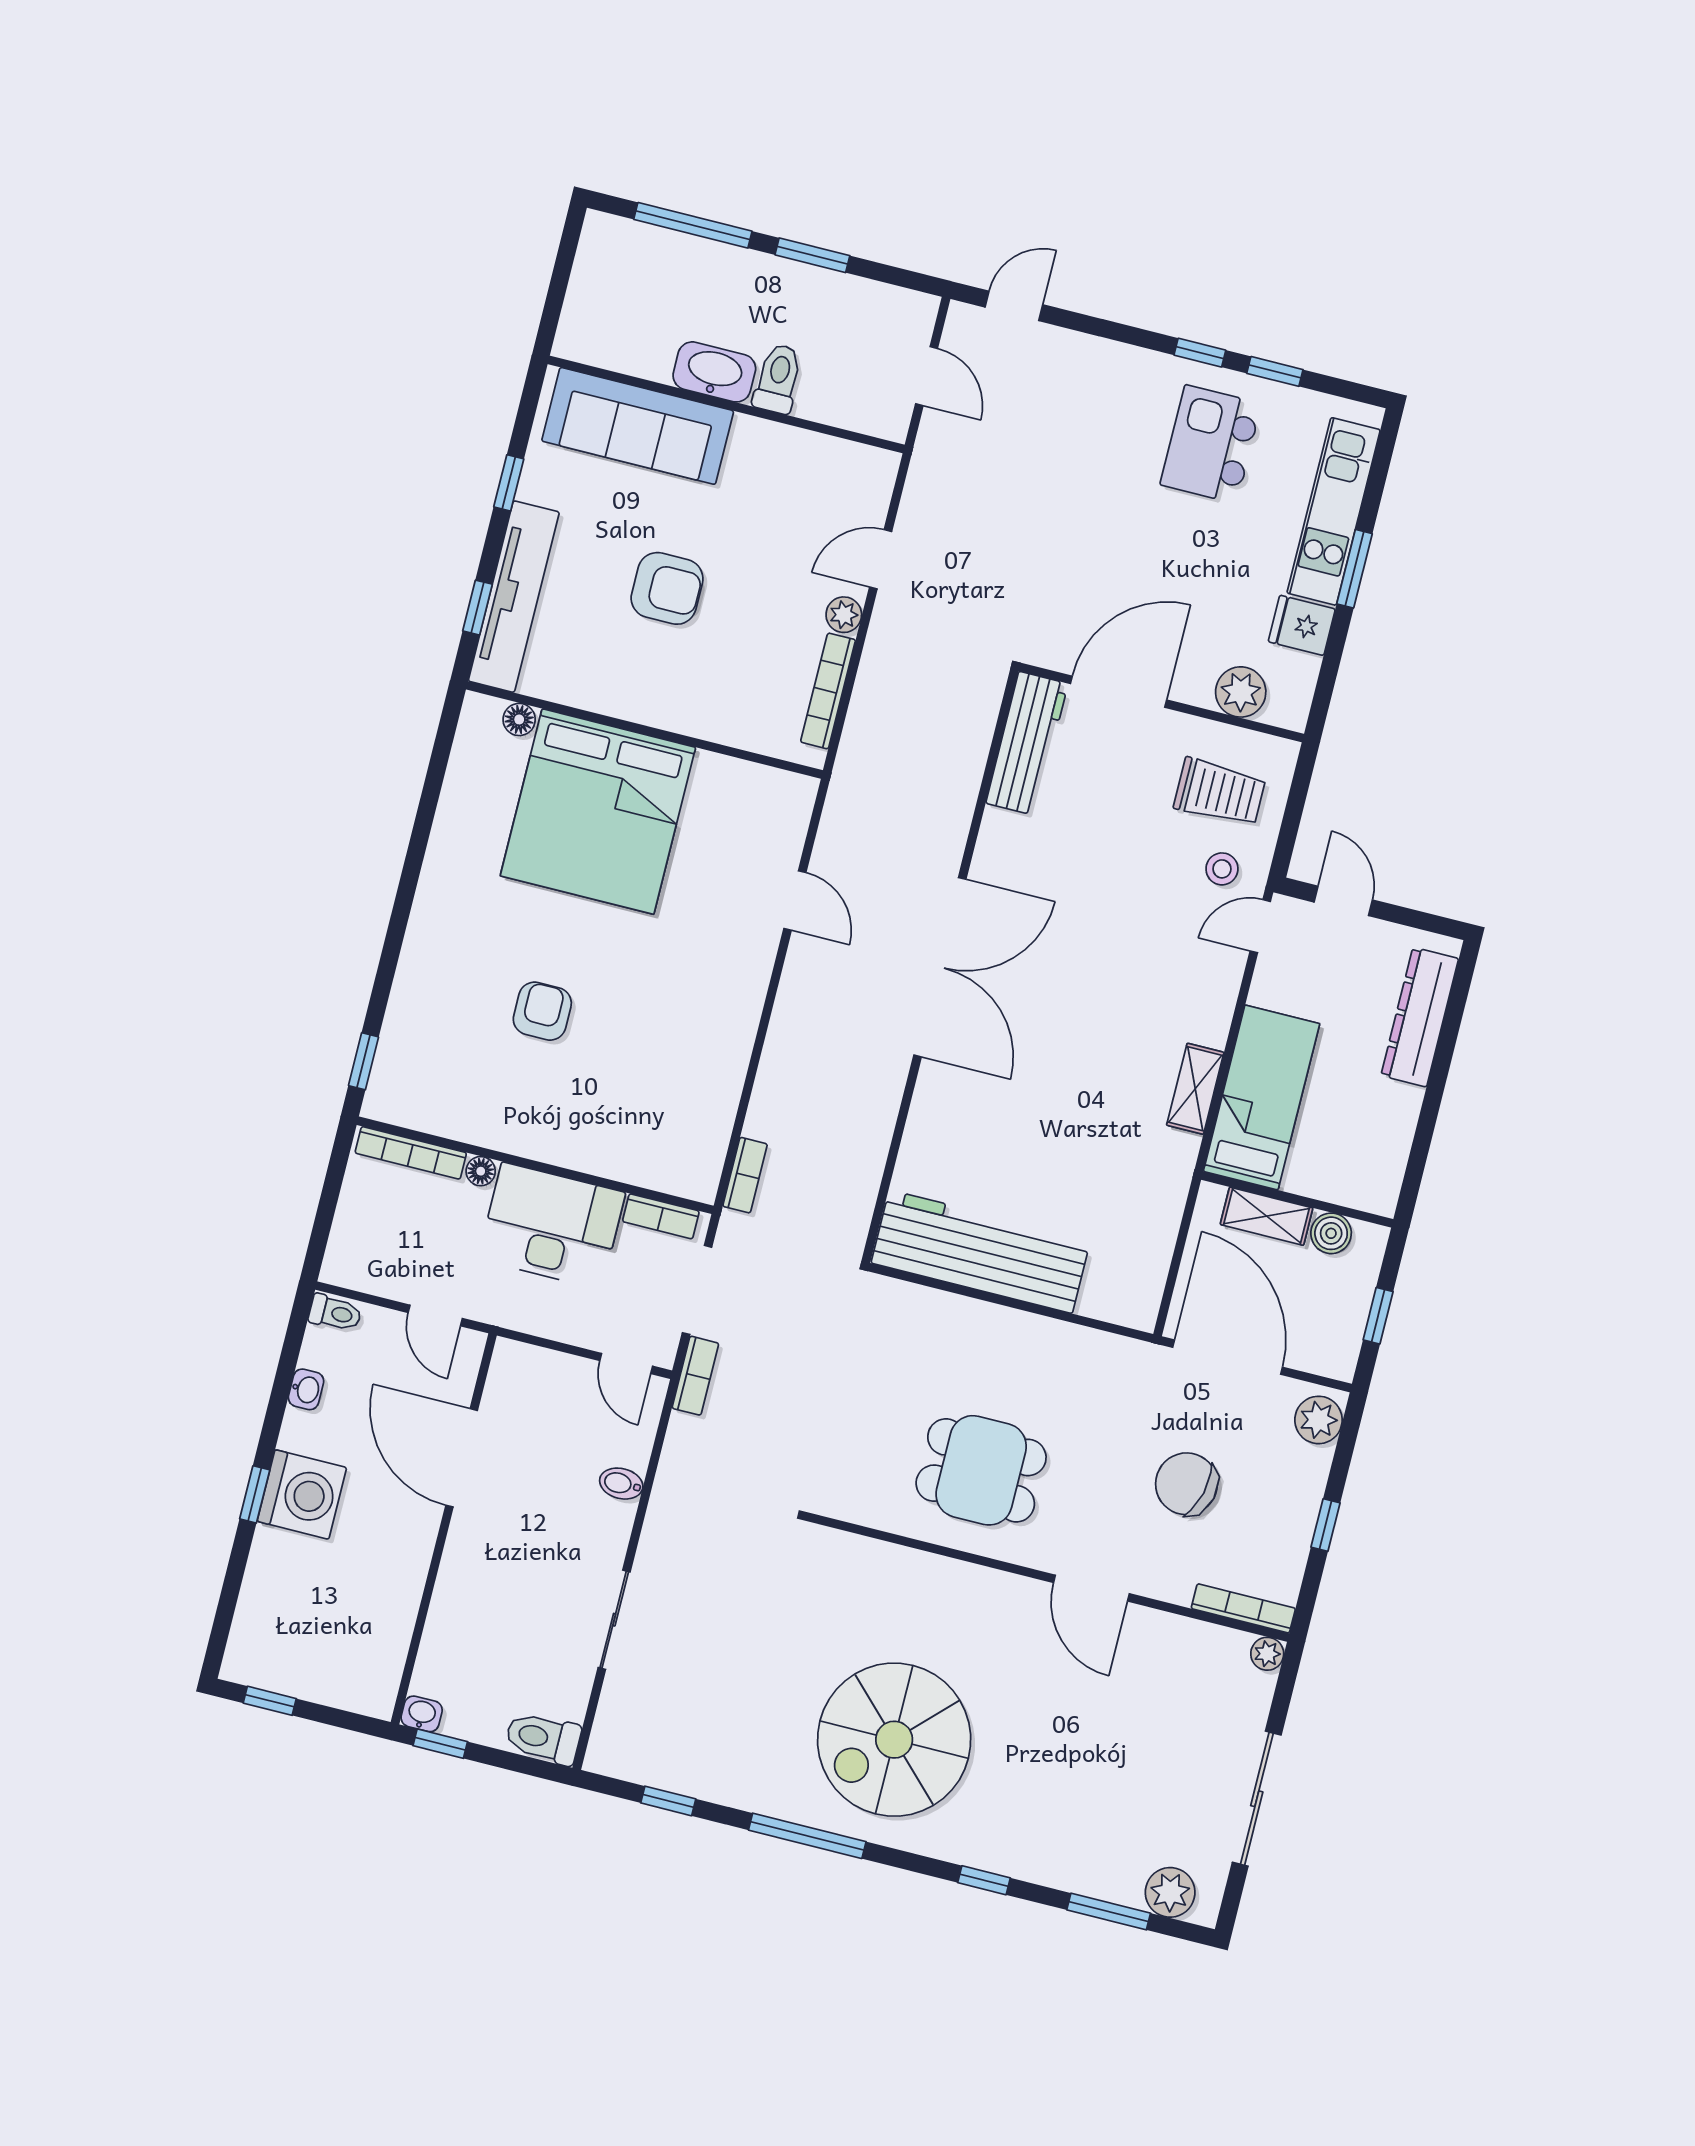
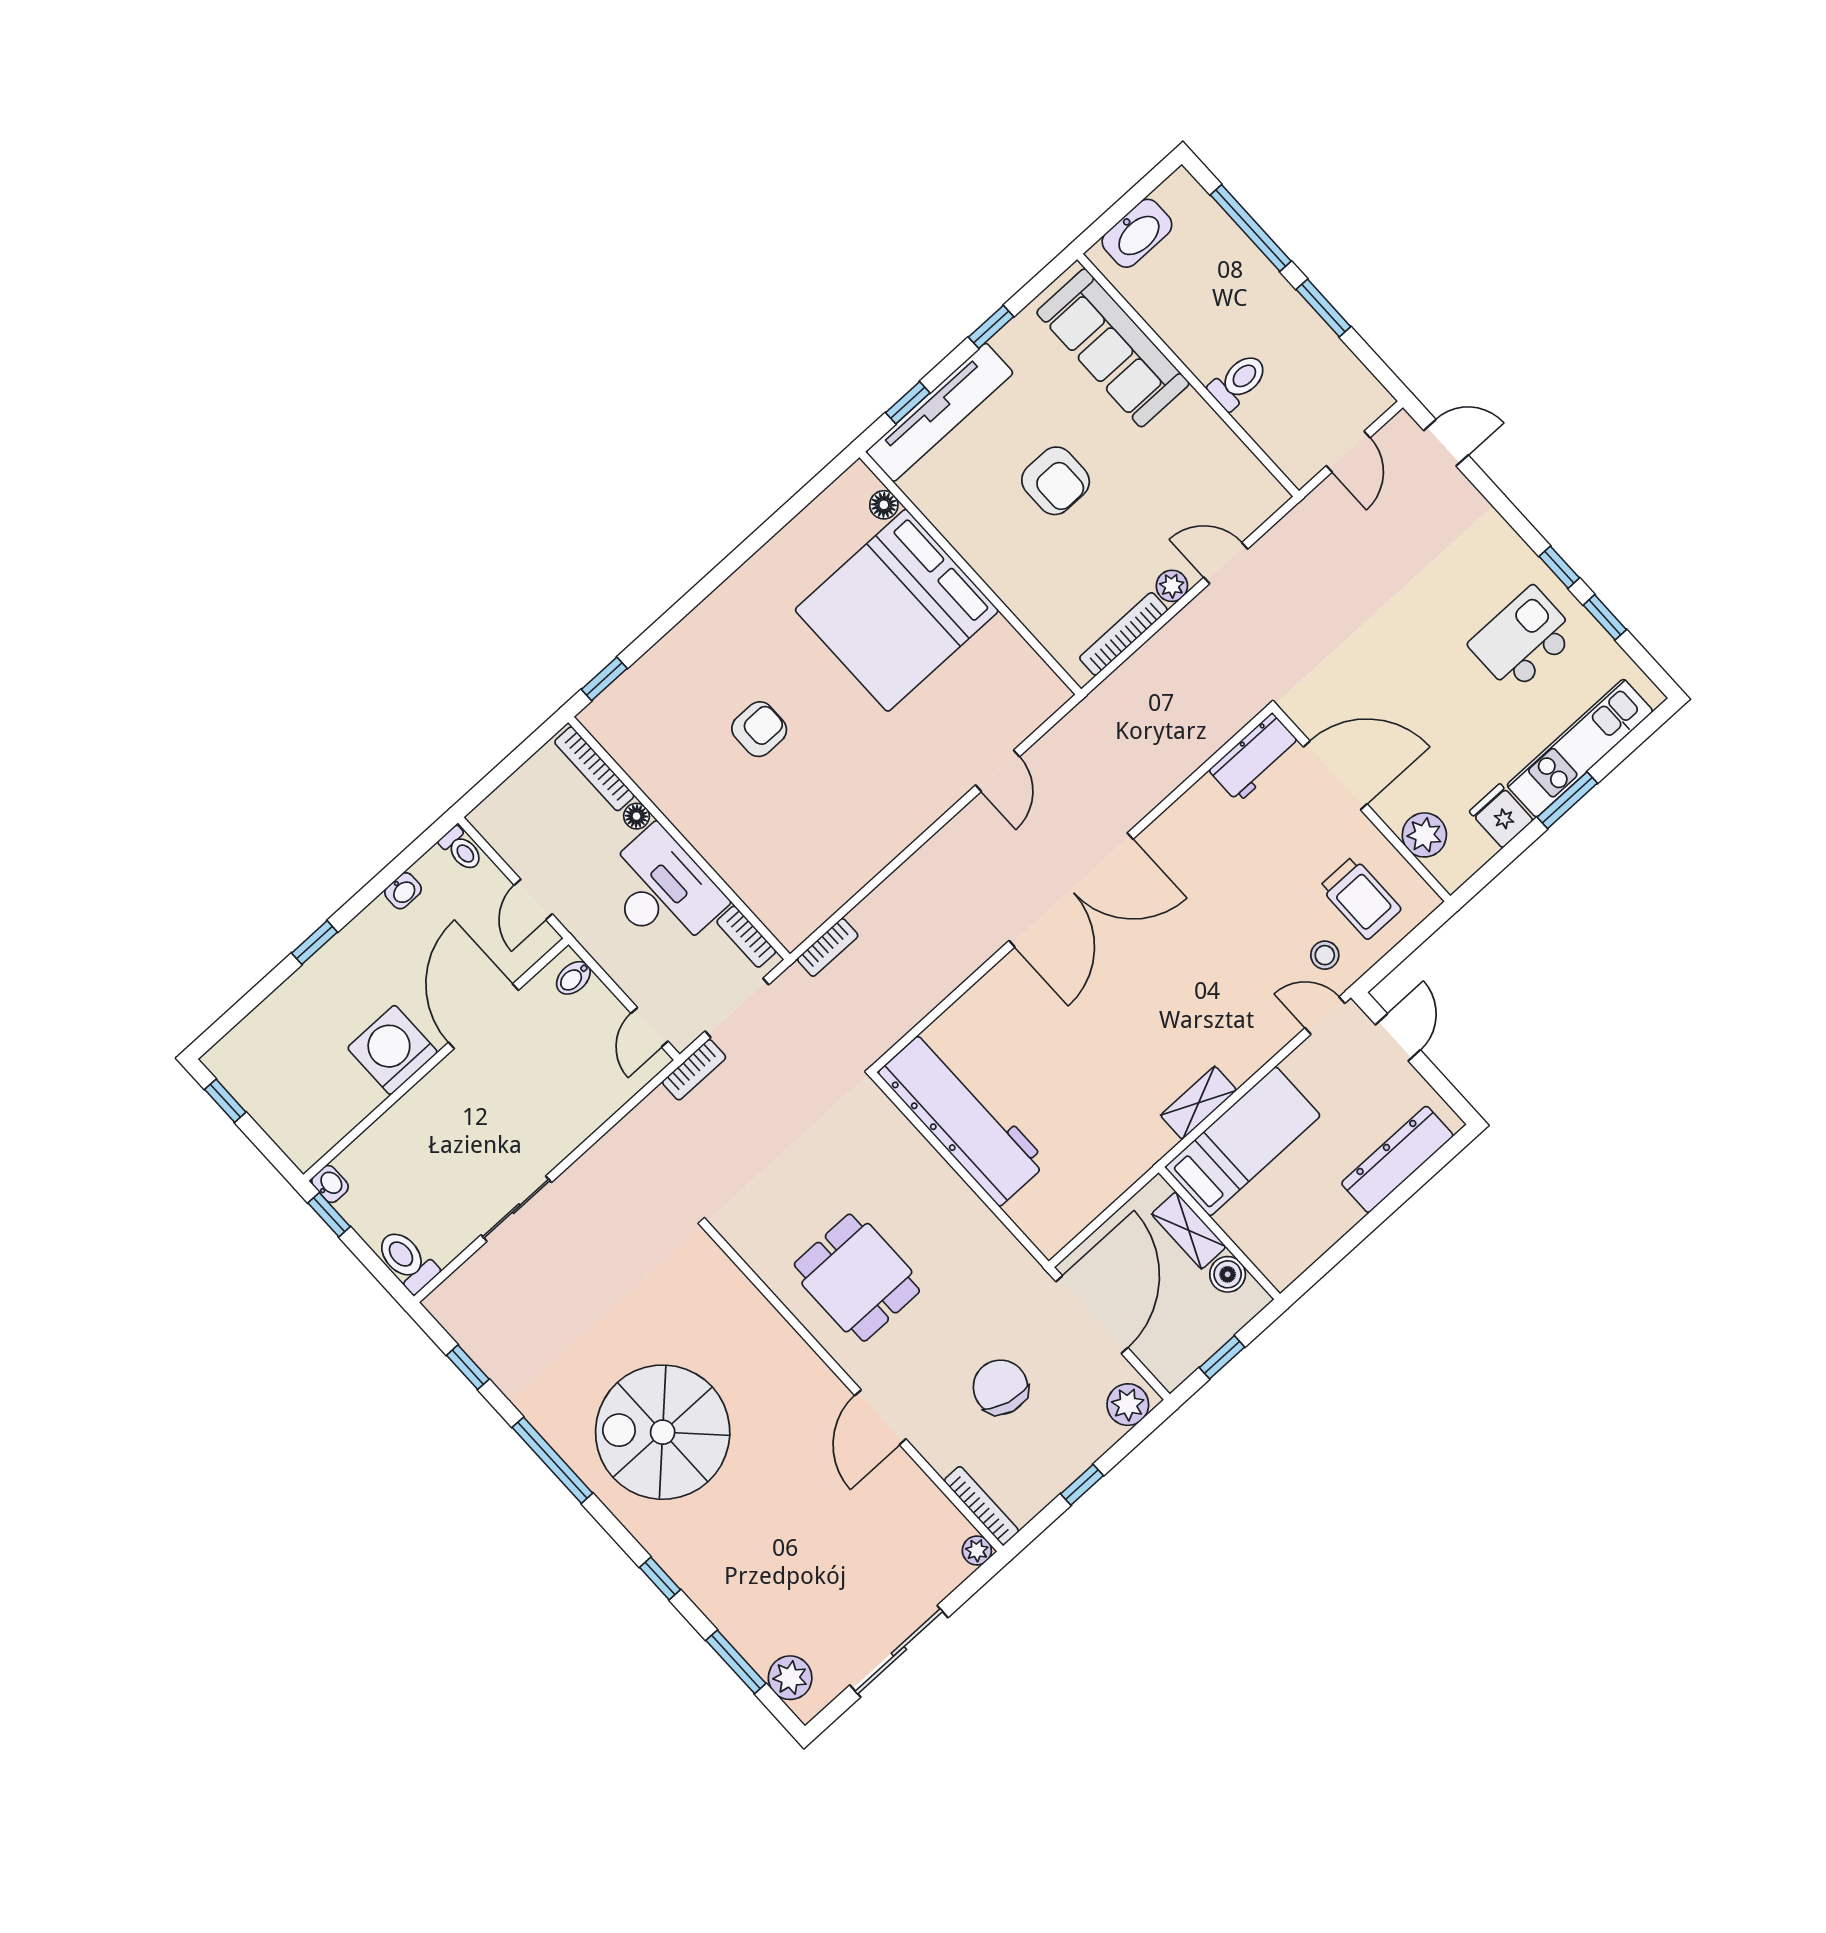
washbasin: (714, 372) -> (1137, 233), moved, turned 90
workbench: (1027, 743) -> (1255, 758), width x0.73
bidet: (621, 1484) -> (573, 978), moved, turned -90
washing machine: (302, 1494) -> (392, 1050), moved, turned 180

